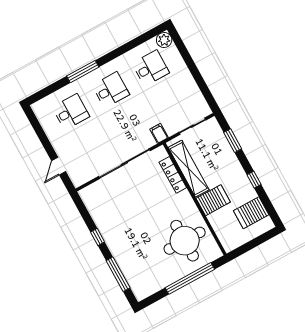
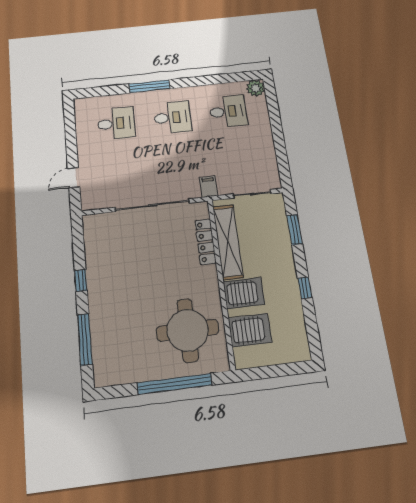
server rack: (251, 213) -> (250, 330), moved, turned 180

